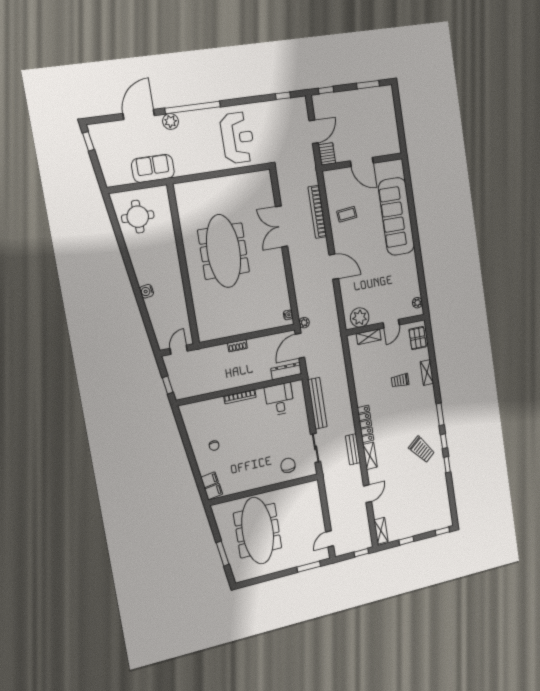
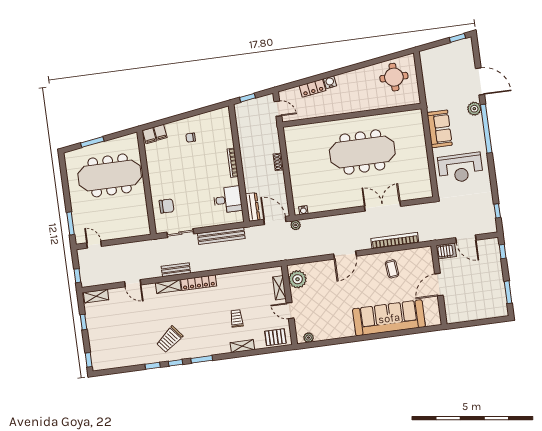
sofa: (153, 168) -> (440, 129), moved
locker: (154, 311) -> (312, 88), added

